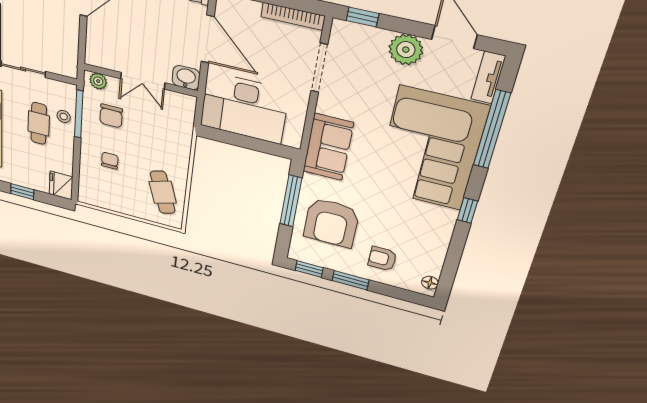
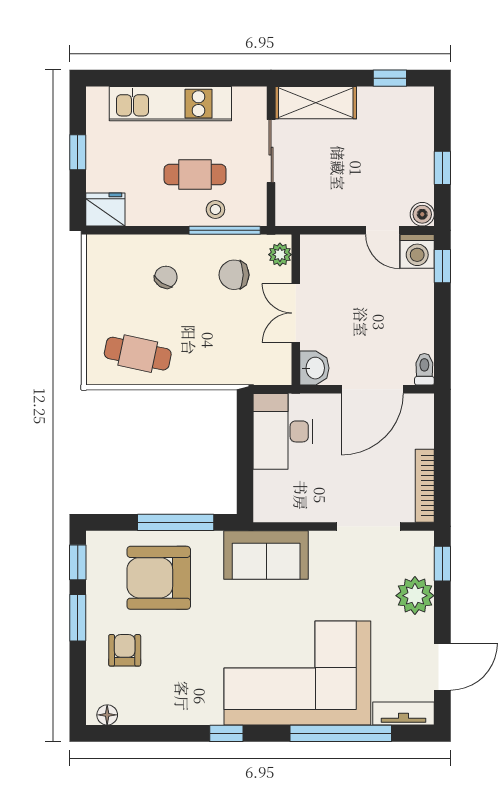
plant: (406, 50) -> (415, 596), moved
desk: (244, 108) -> (283, 431), width x0.73, depth x0.77
chair: (110, 161) -> (166, 277), turned -58
cafe table: (163, 192) -> (138, 354), turned 30

